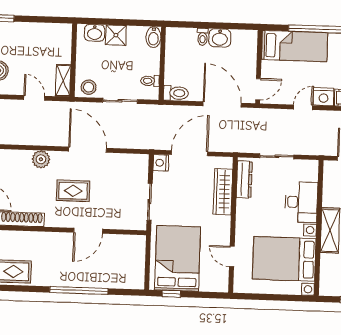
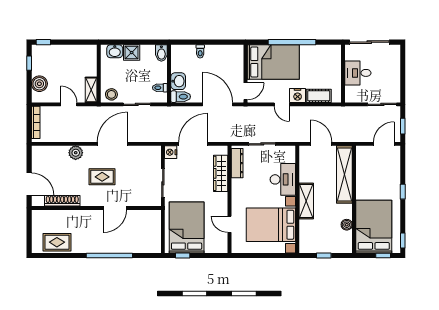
washbasin: (220, 38) -> (178, 81), moved, turned -90
bed: (295, 46) -> (273, 62), width x1.50
door: (303, 107) -> (282, 104), swing flipped
door: (88, 150) -> (112, 144), hinge flipped

